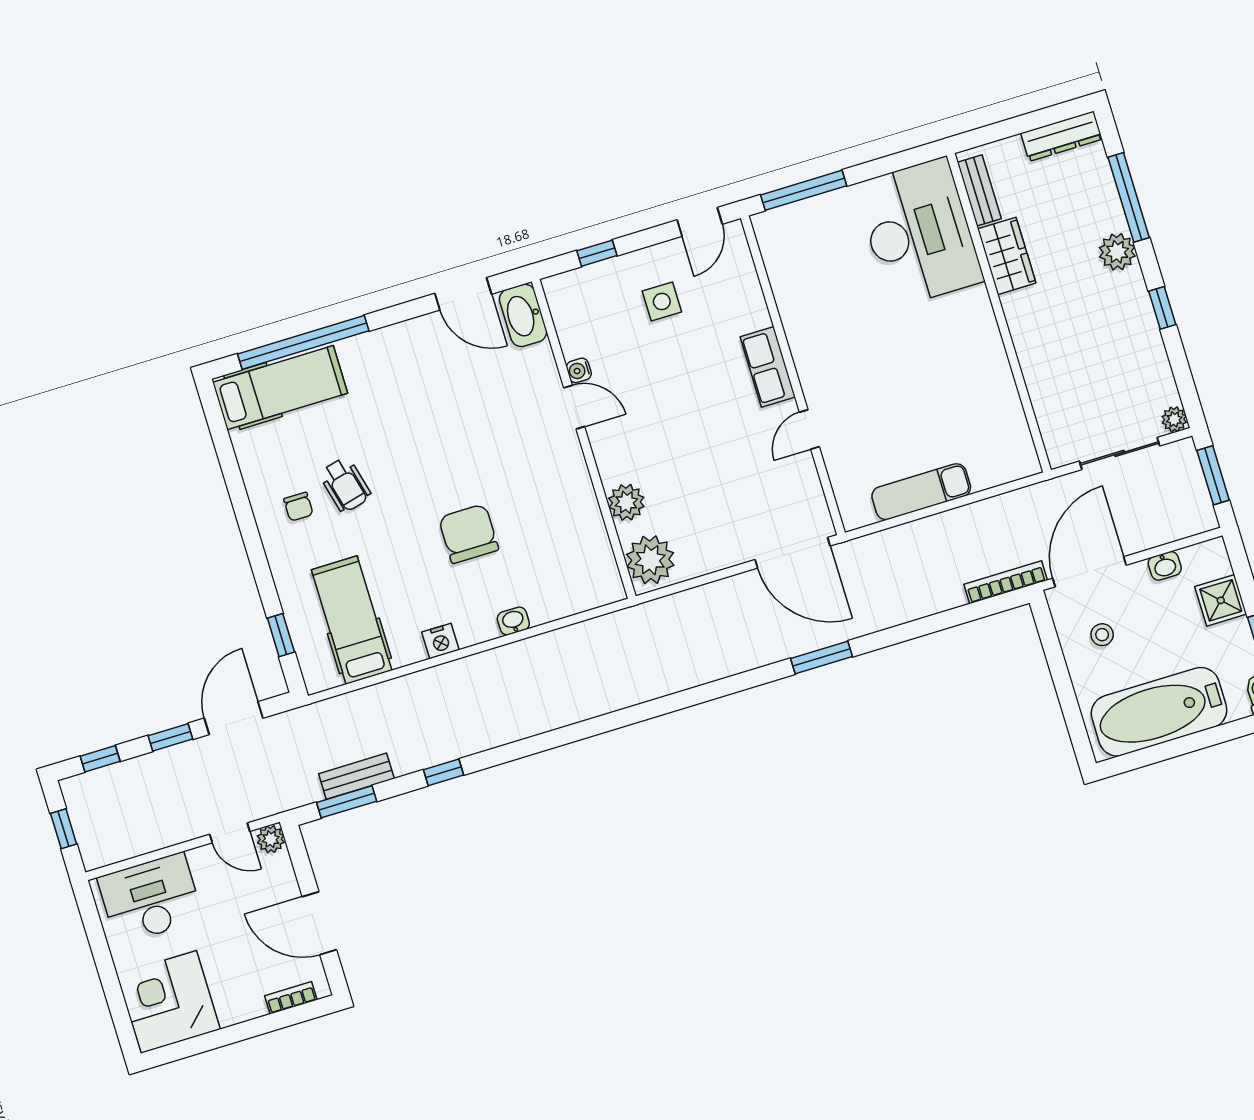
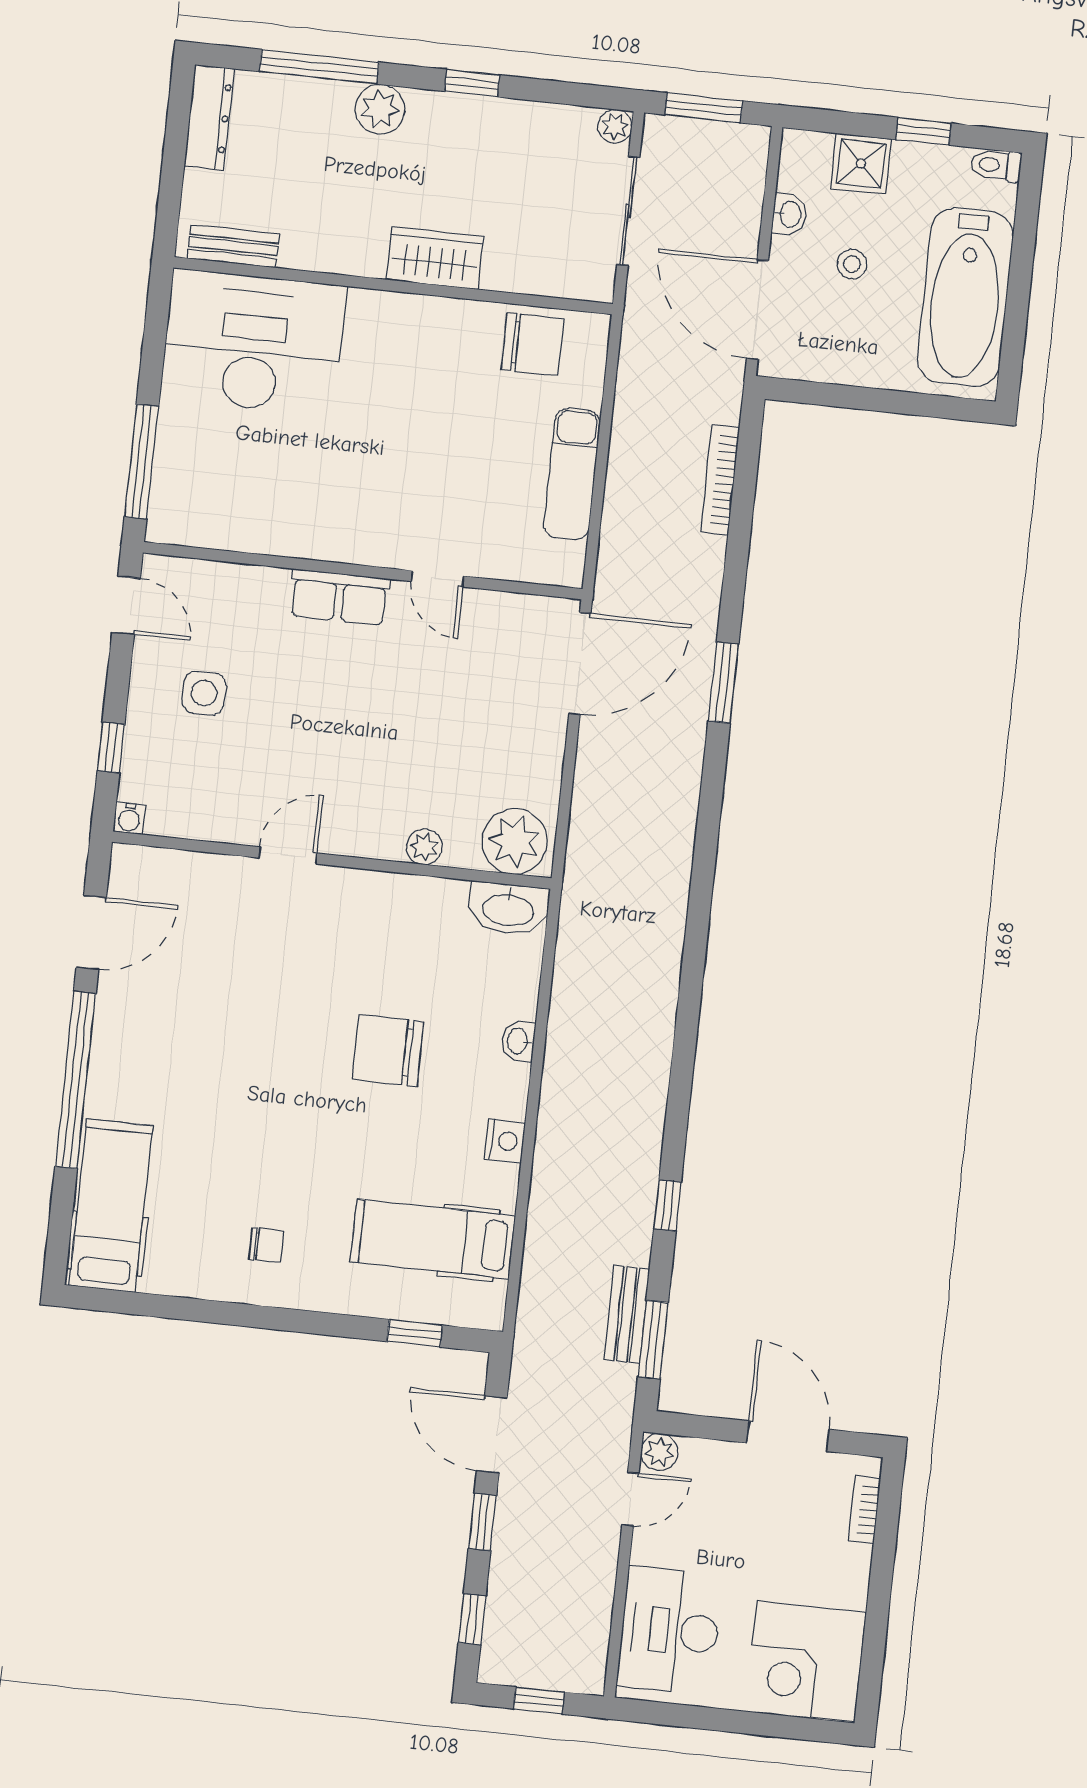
wardrobe: (1007, 256) -> (435, 258), moved
washbasin: (523, 315) -> (508, 909), moved
window: (303, 342) -> (75, 1080), moved
water cooler: (579, 370) -> (129, 818), moved
chair: (999, 426) -> (533, 344), added
wheelchair: (345, 485) -> (264, 1176), removed
plant: (626, 502) -> (424, 847), width x0.73, depth x0.73
bookcase: (1006, 582) -> (720, 480), moved
stool: (1102, 635) -> (852, 264), moved
door: (319, 923) -> (788, 1436), swing flipped

